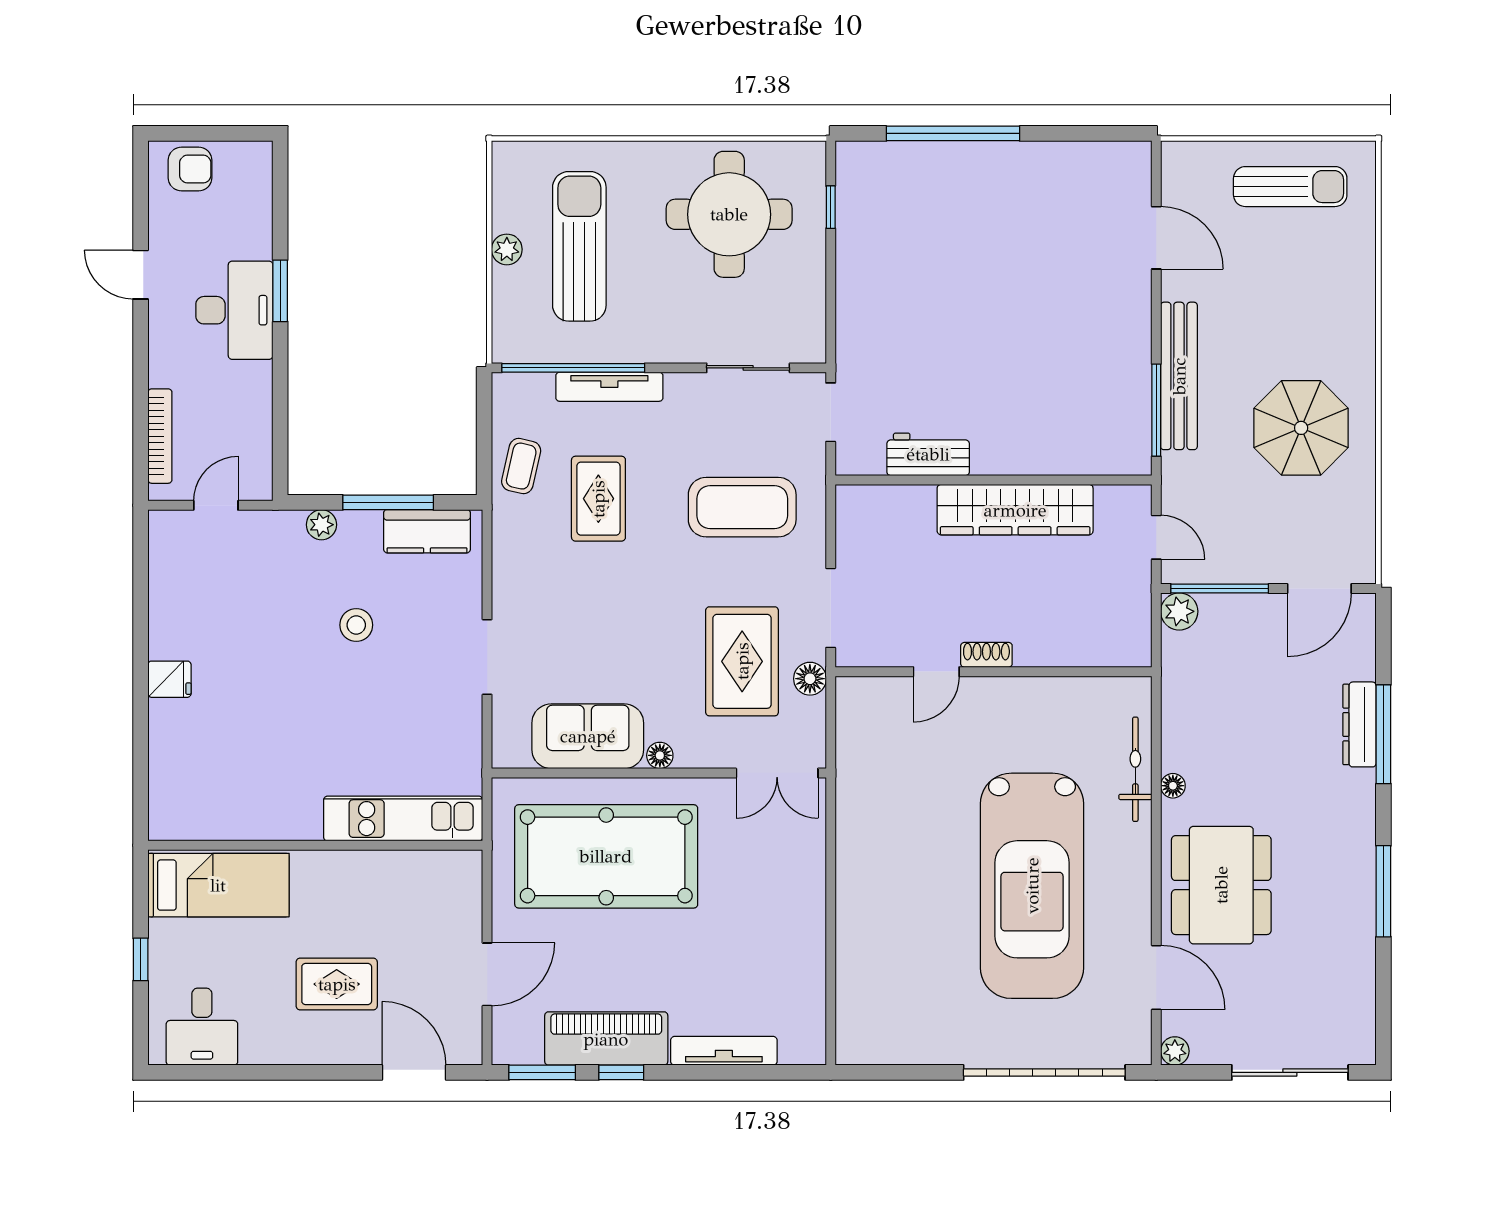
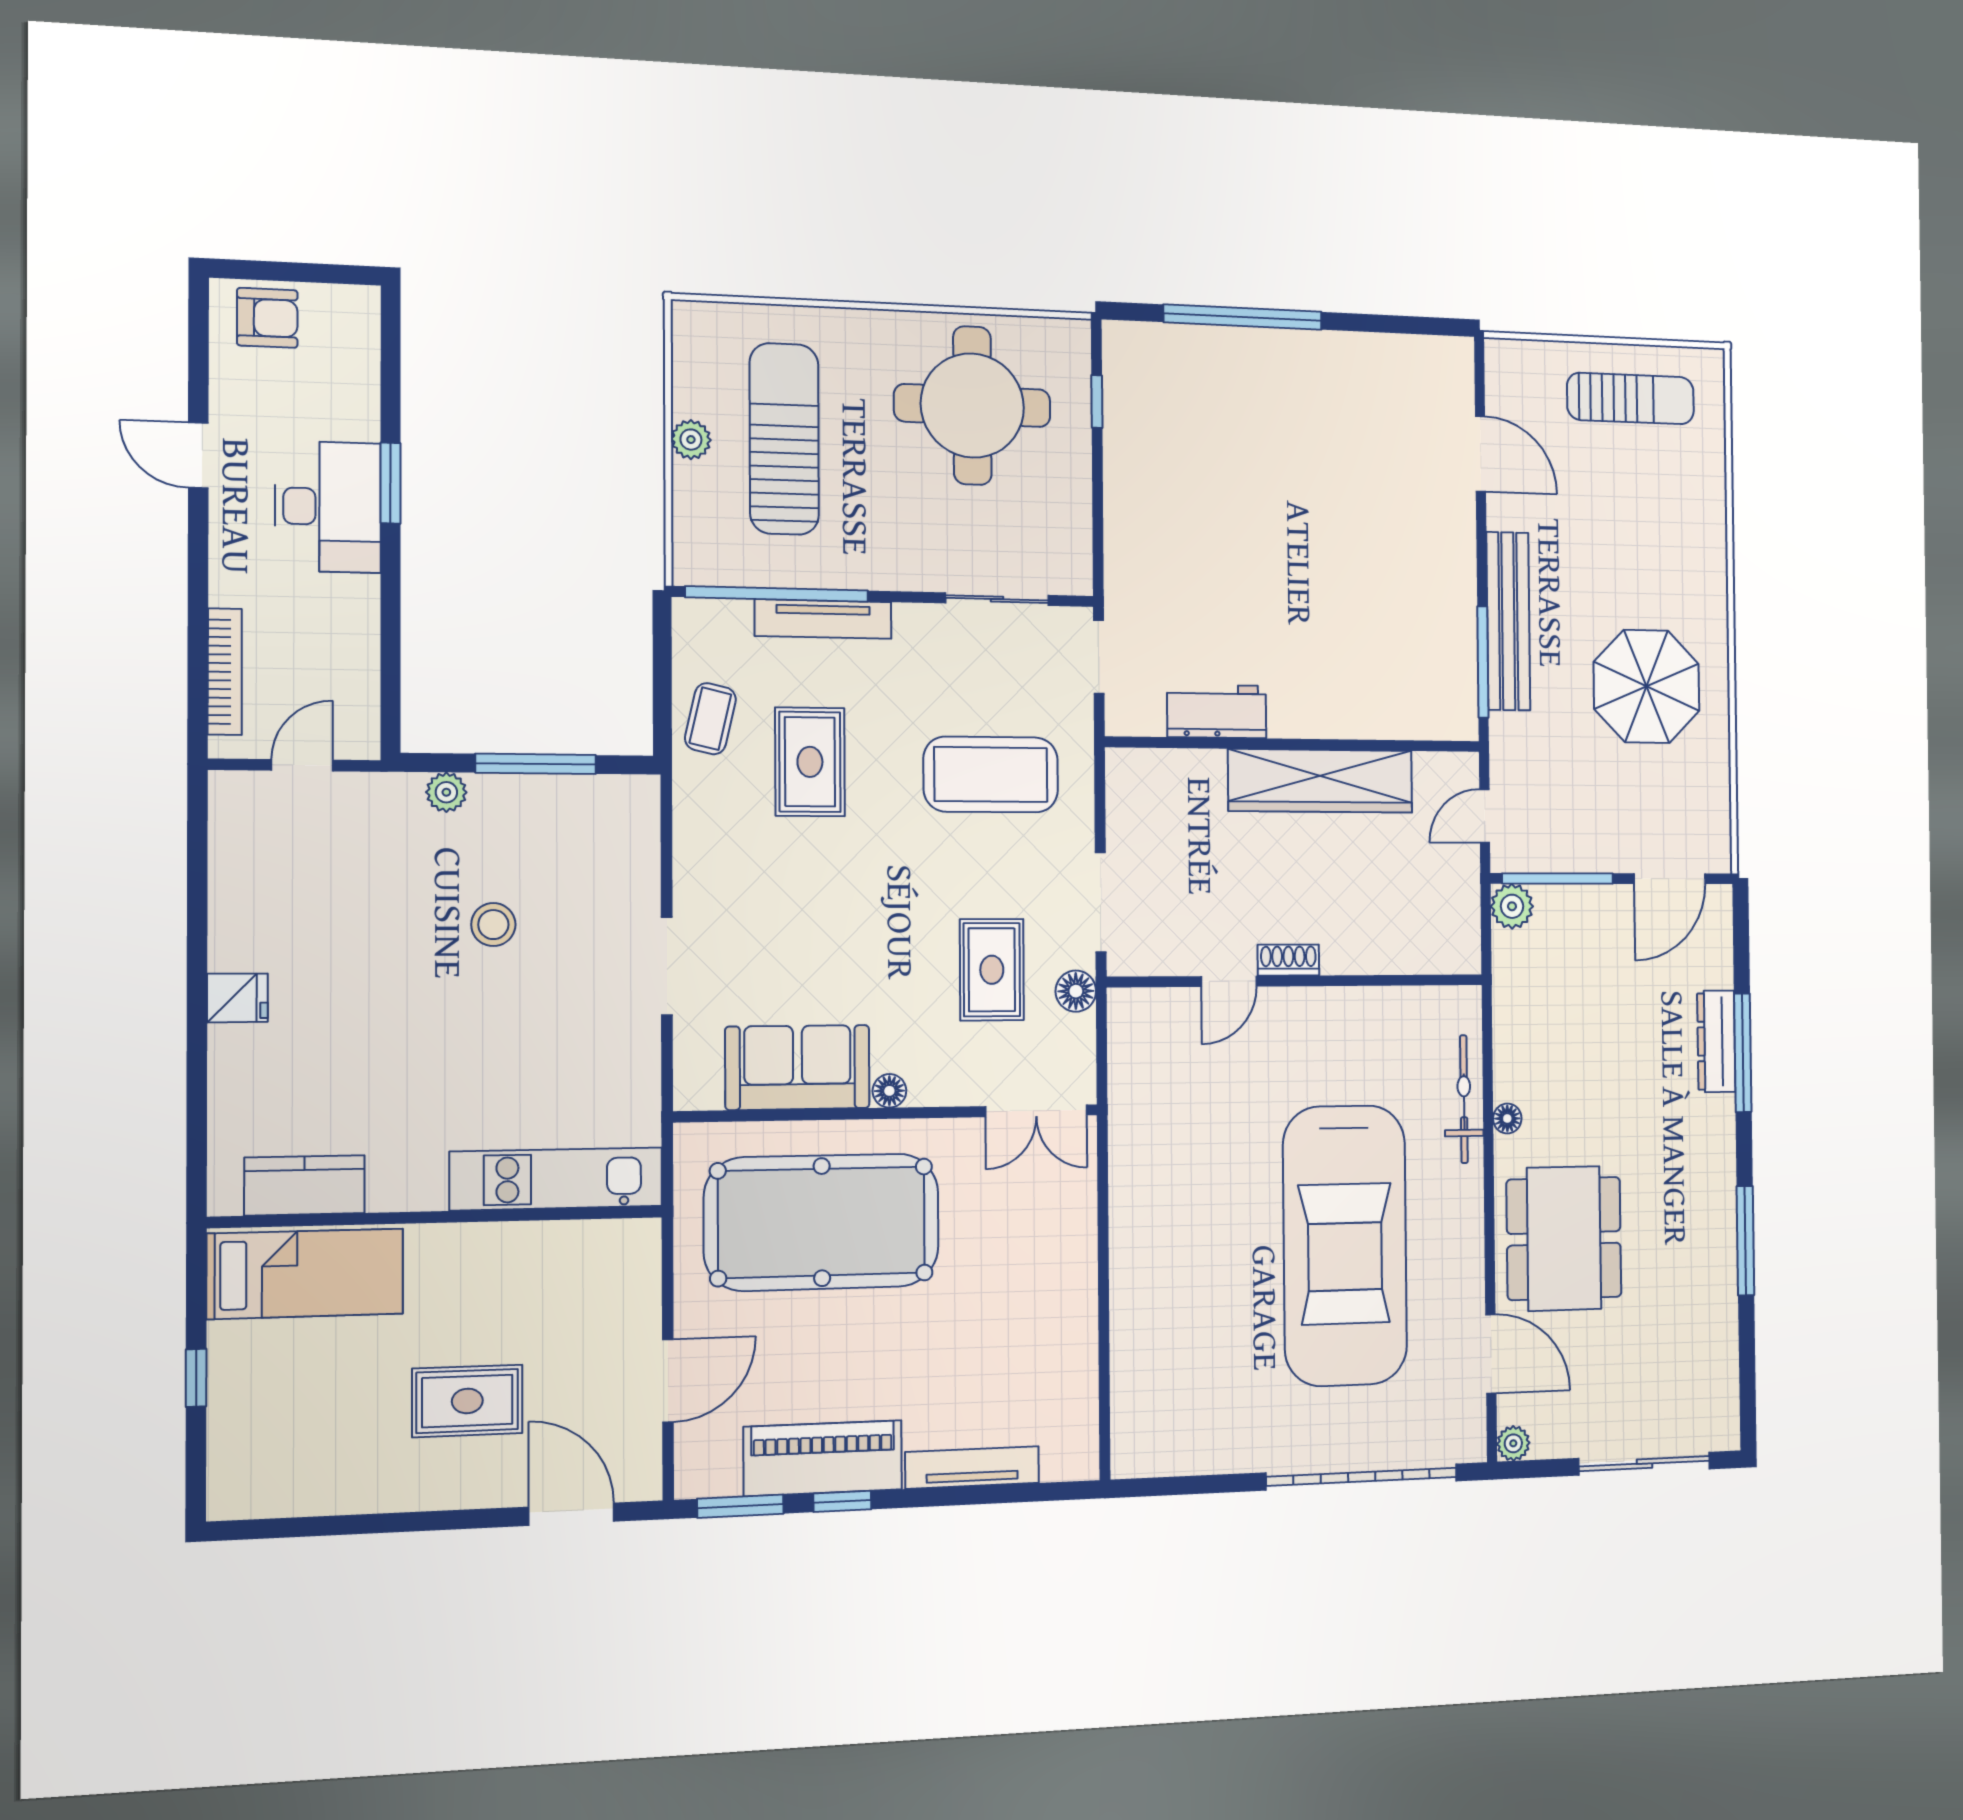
kitchen counter: (427, 531) -> (305, 1185), moved, turned 180
door: (1156, 537) -> (1485, 816), swing flipped
rug: (742, 661) -> (992, 970), width x0.73, depth x0.70
desk: (202, 1027) -> (282, 1466), removed

